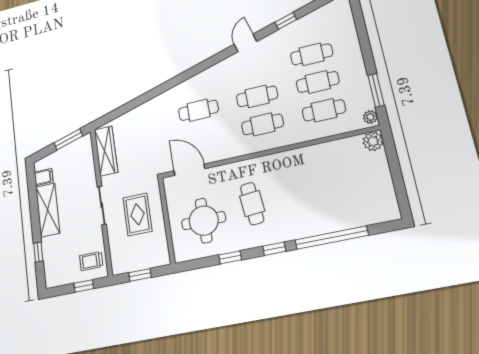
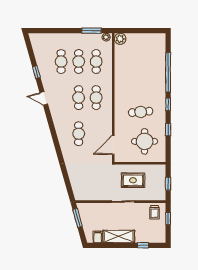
wardrobe: (106, 151) -> (90, 195), removed

